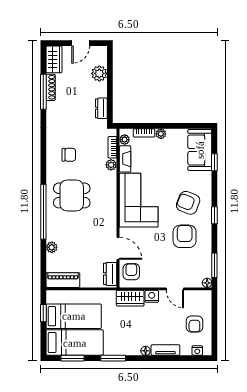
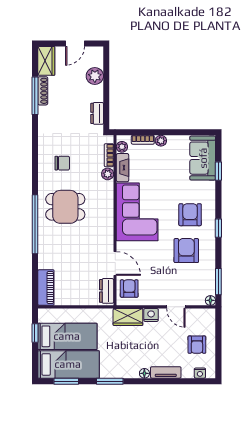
armchair: (188, 203) -> (190, 215), turned 69
plant: (52, 247) -> (44, 262), removed
piano: (63, 280) -> (46, 288), moved, turned 90

